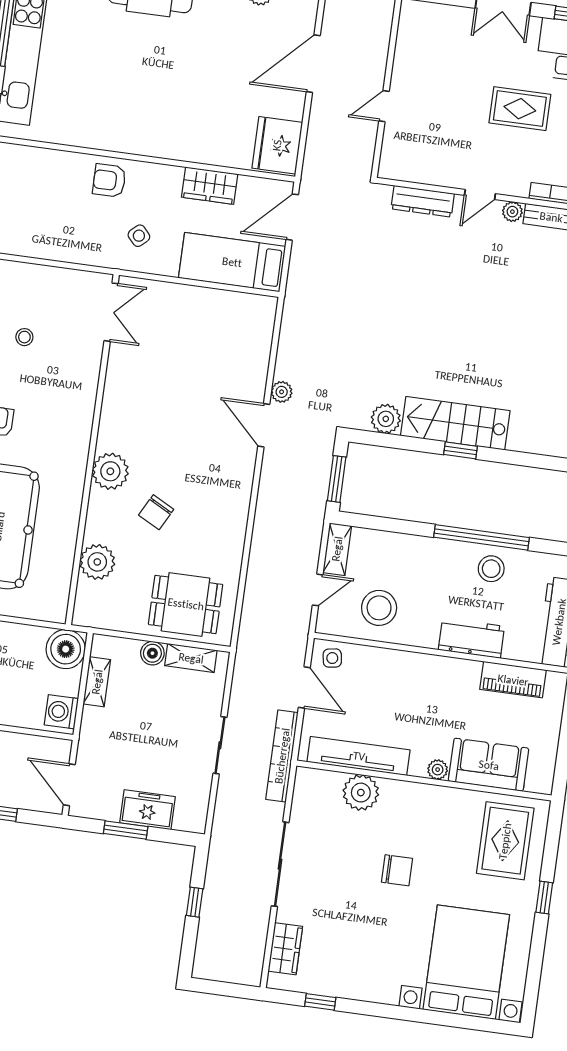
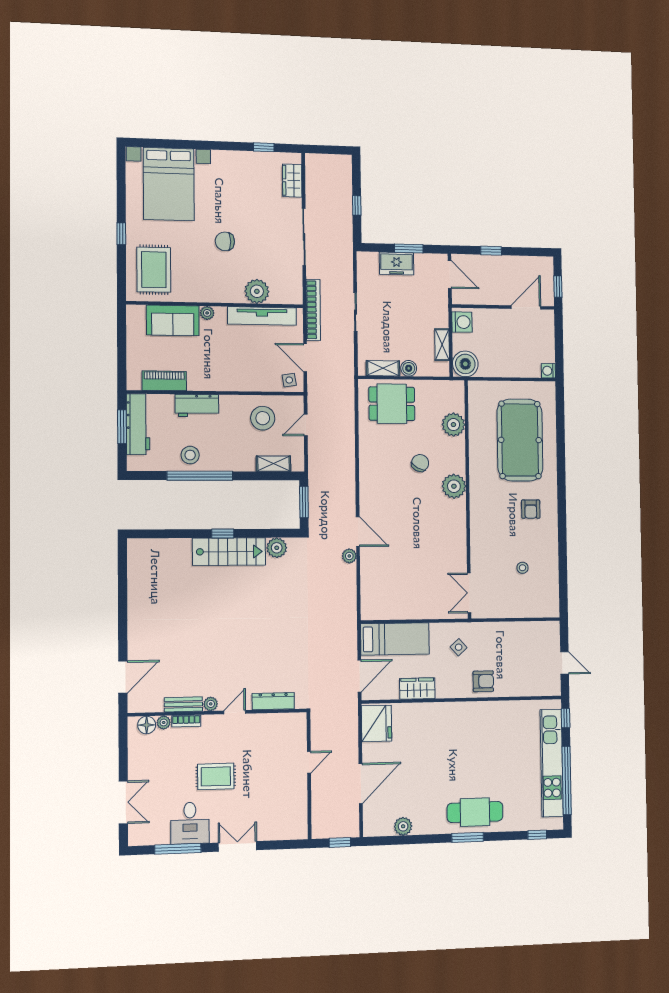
shelving: (337, 549) -> (273, 464), moved, turned 90

